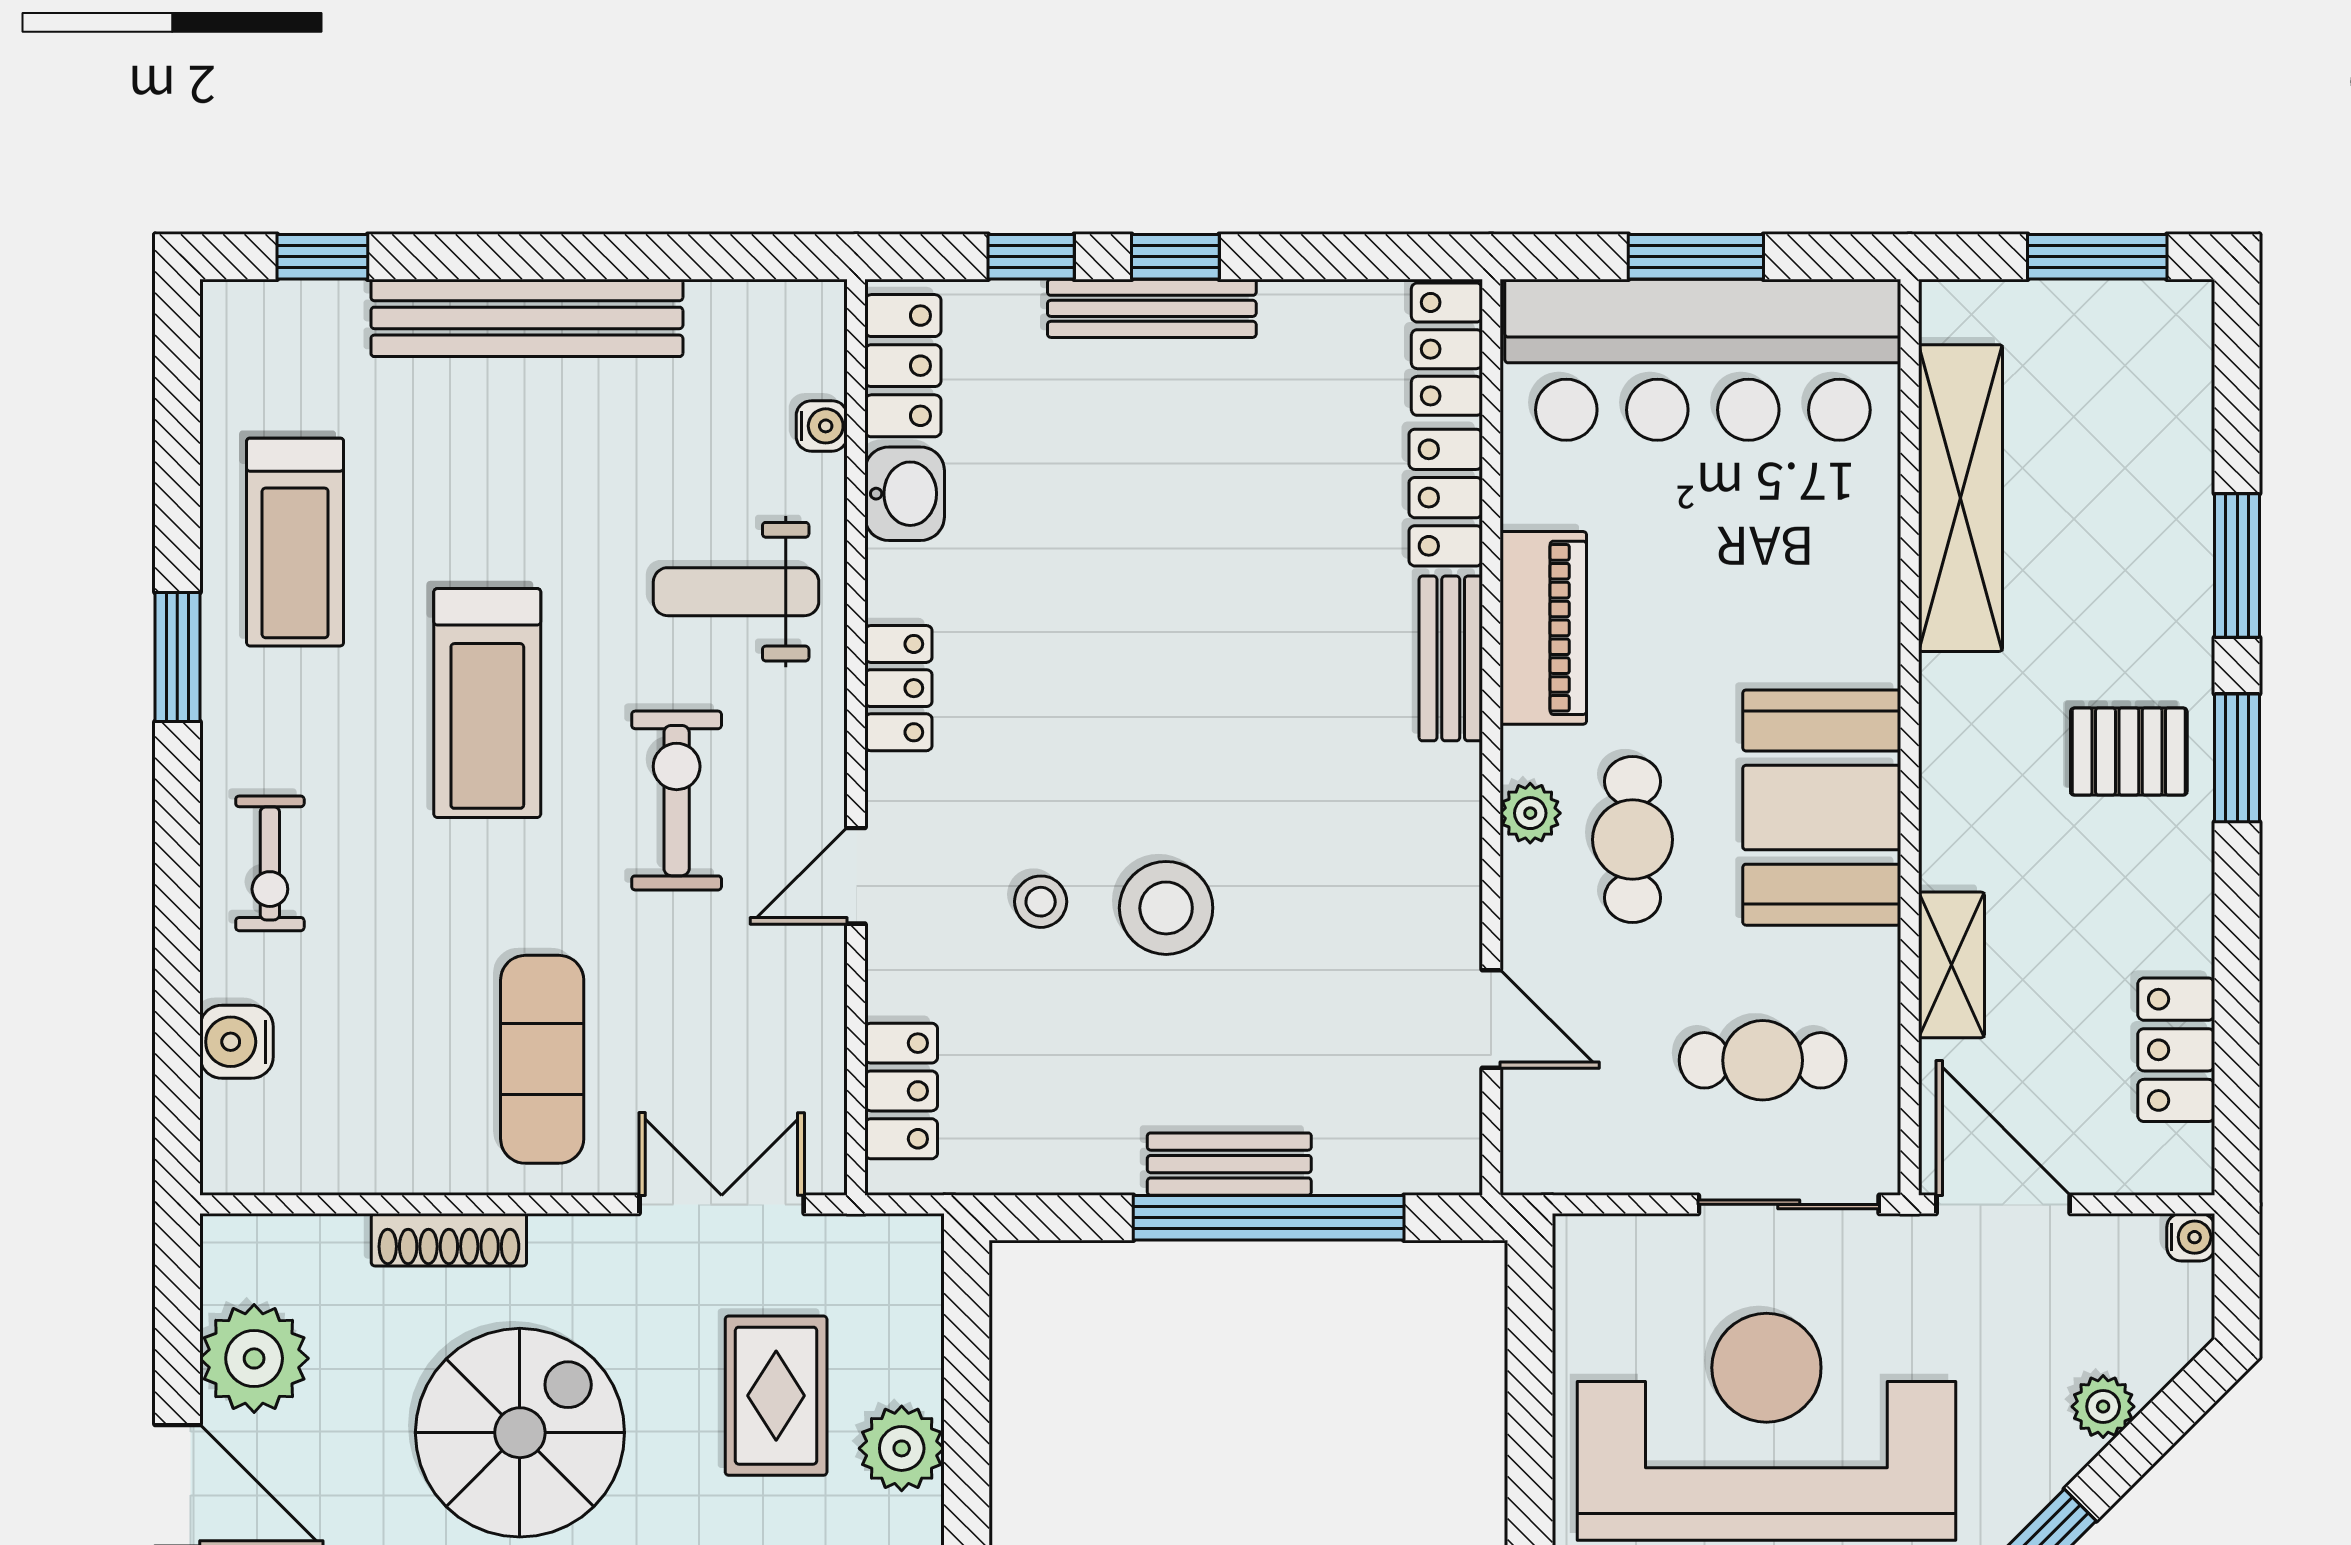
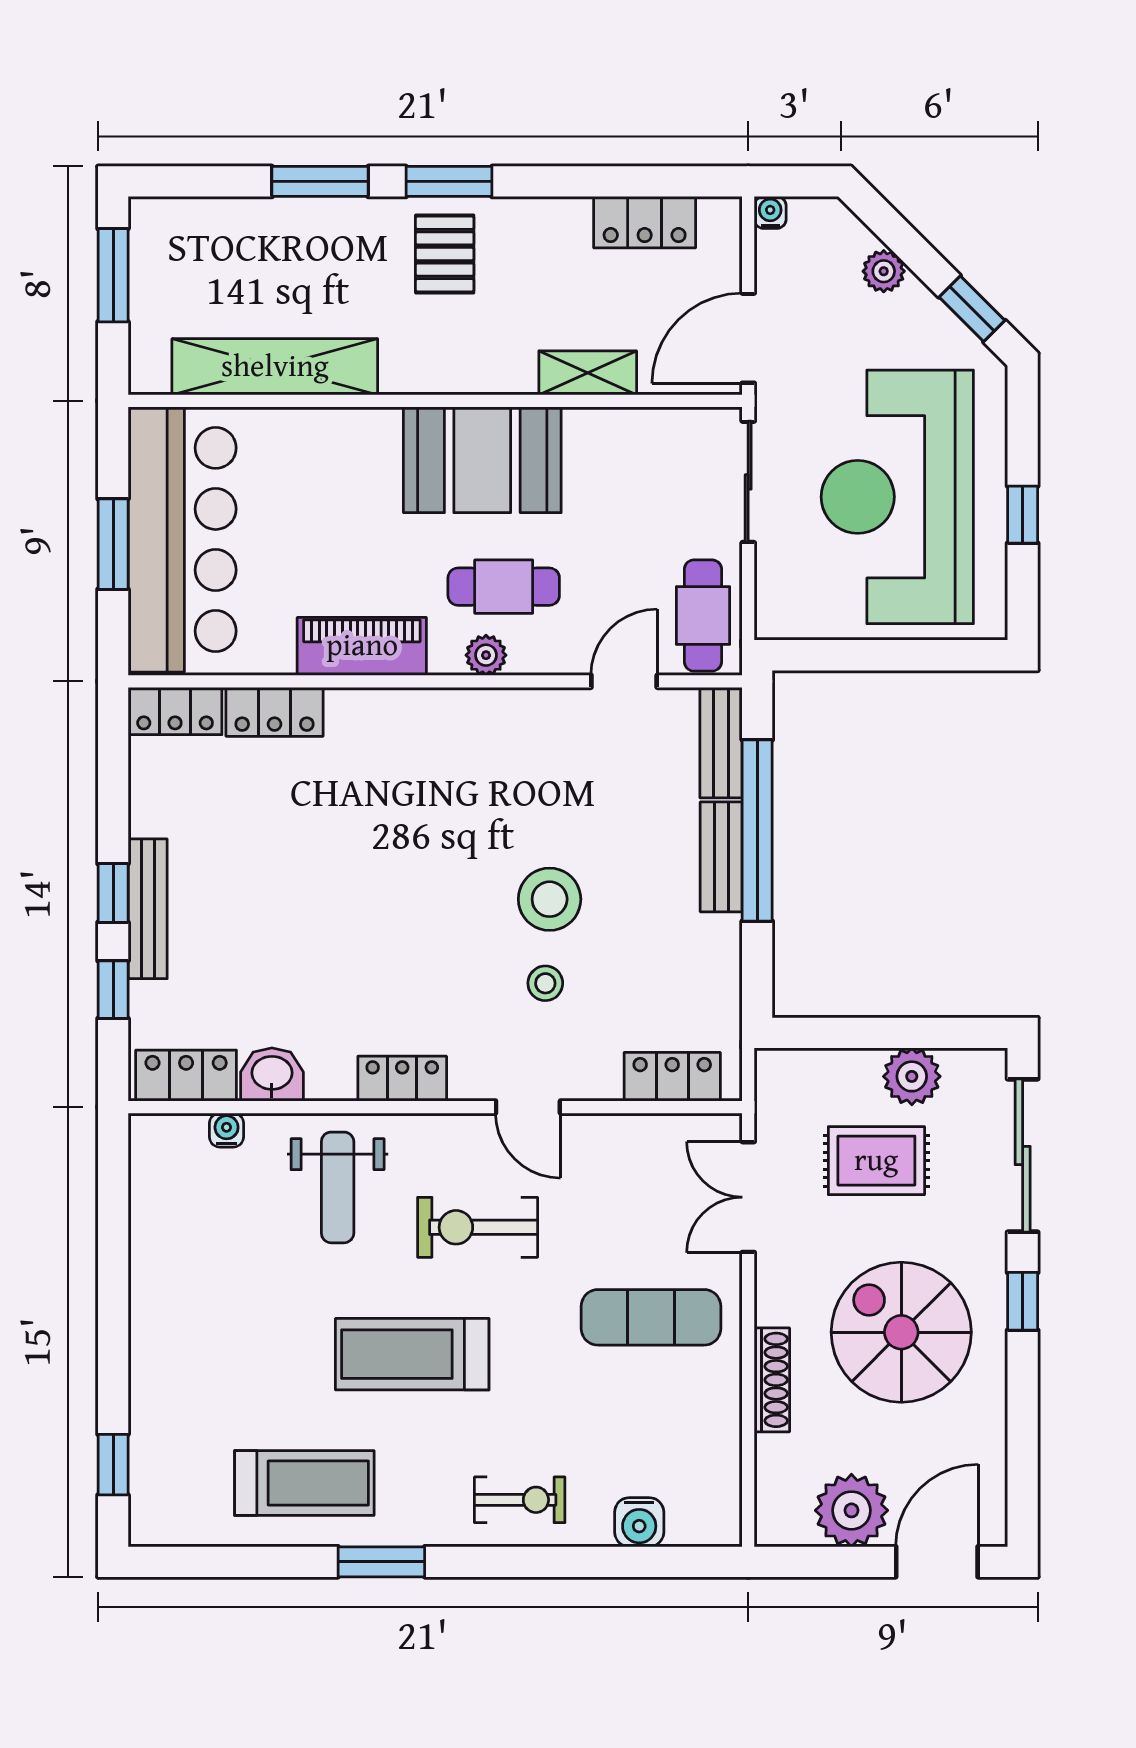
bench: (527, 318) -> (154, 1328), removed
bench: (1451, 658) -> (721, 743), moved, turned 90
treadmill: (487, 703) -> (412, 1354), turned 180
cafe table: (1763, 1060) -> (703, 616), moved

